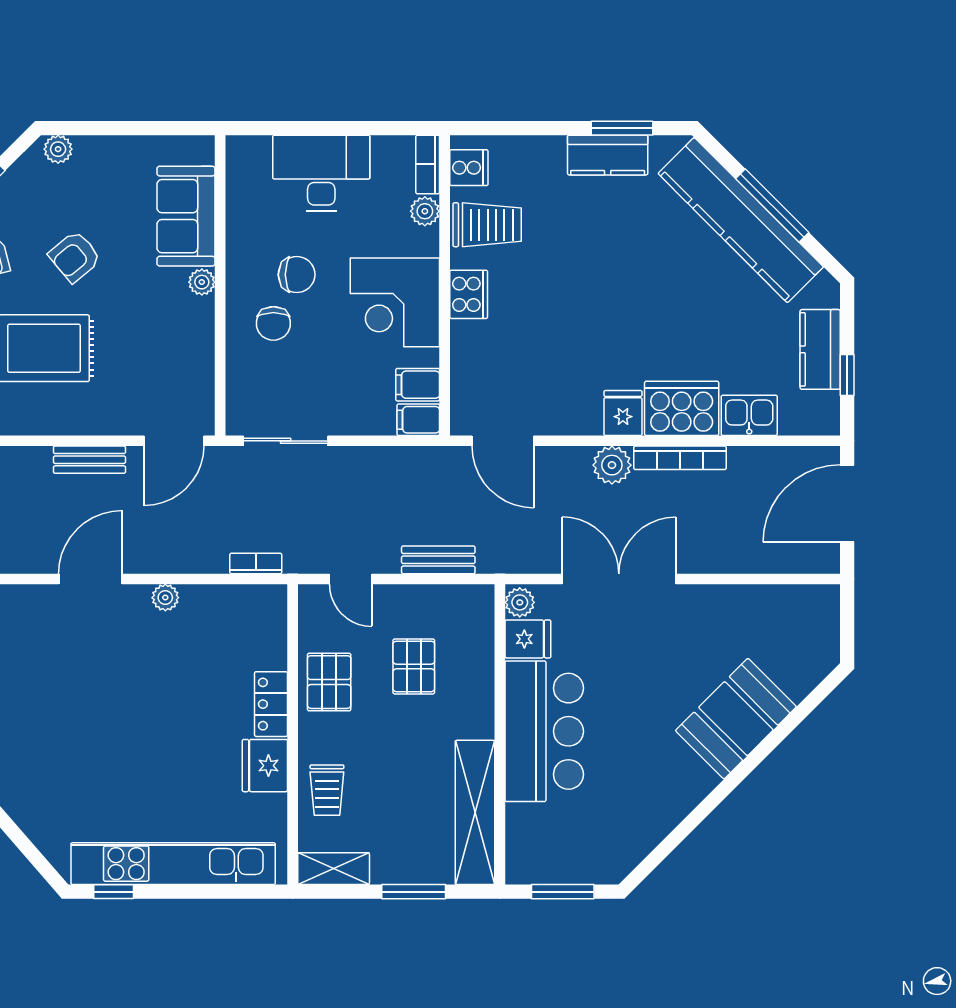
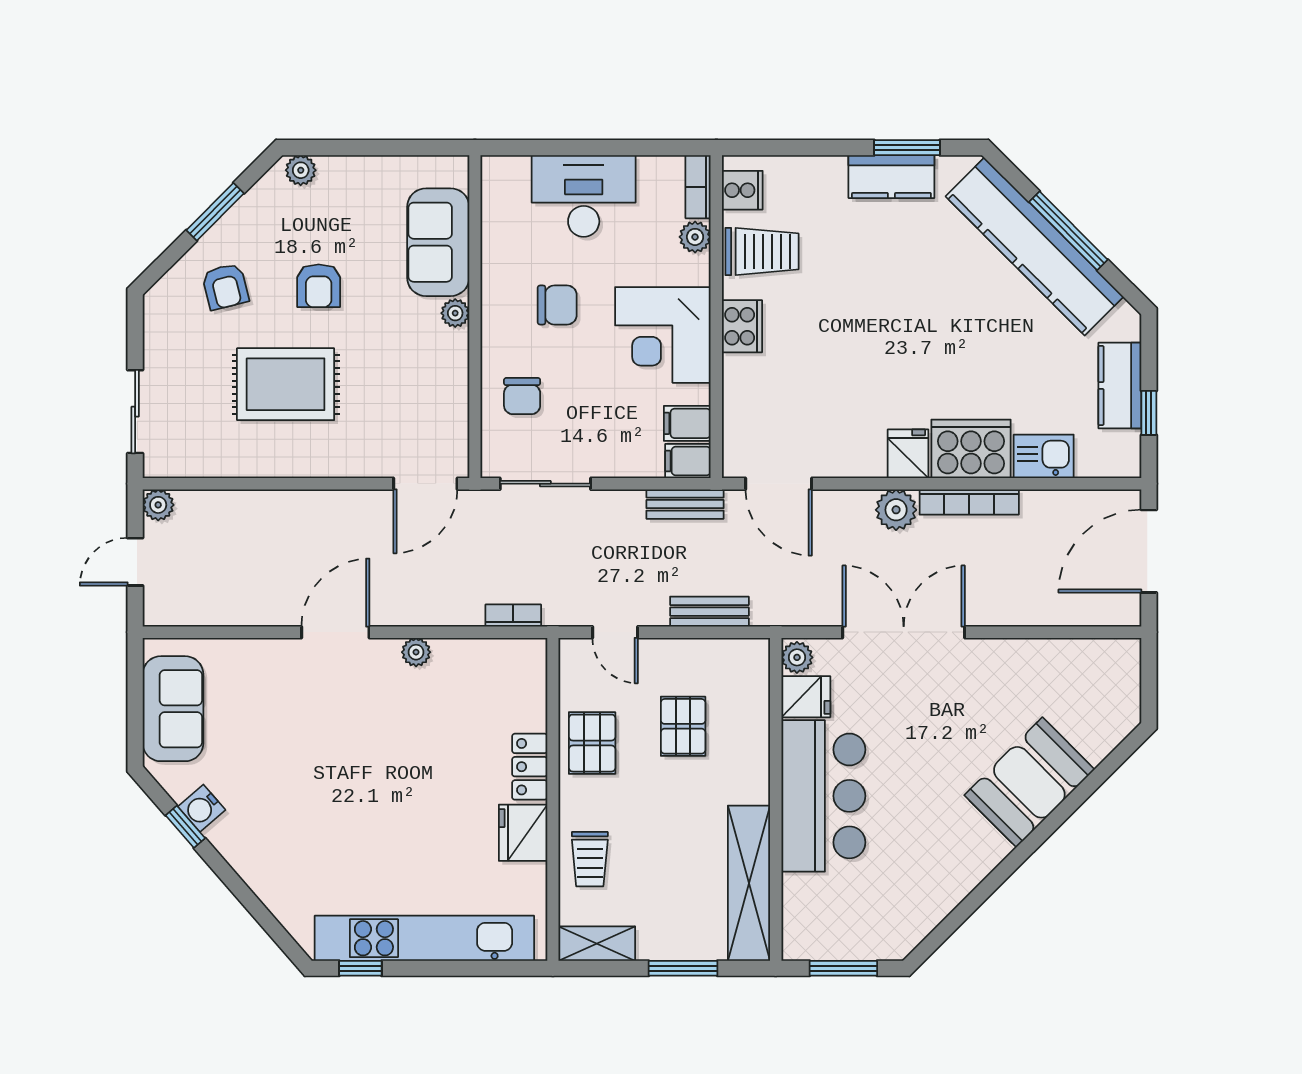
armchair: (75, 257) -> (319, 286), turned -50
chair: (273, 323) -> (522, 396), moved
bench: (89, 460) -> (685, 504), moved

